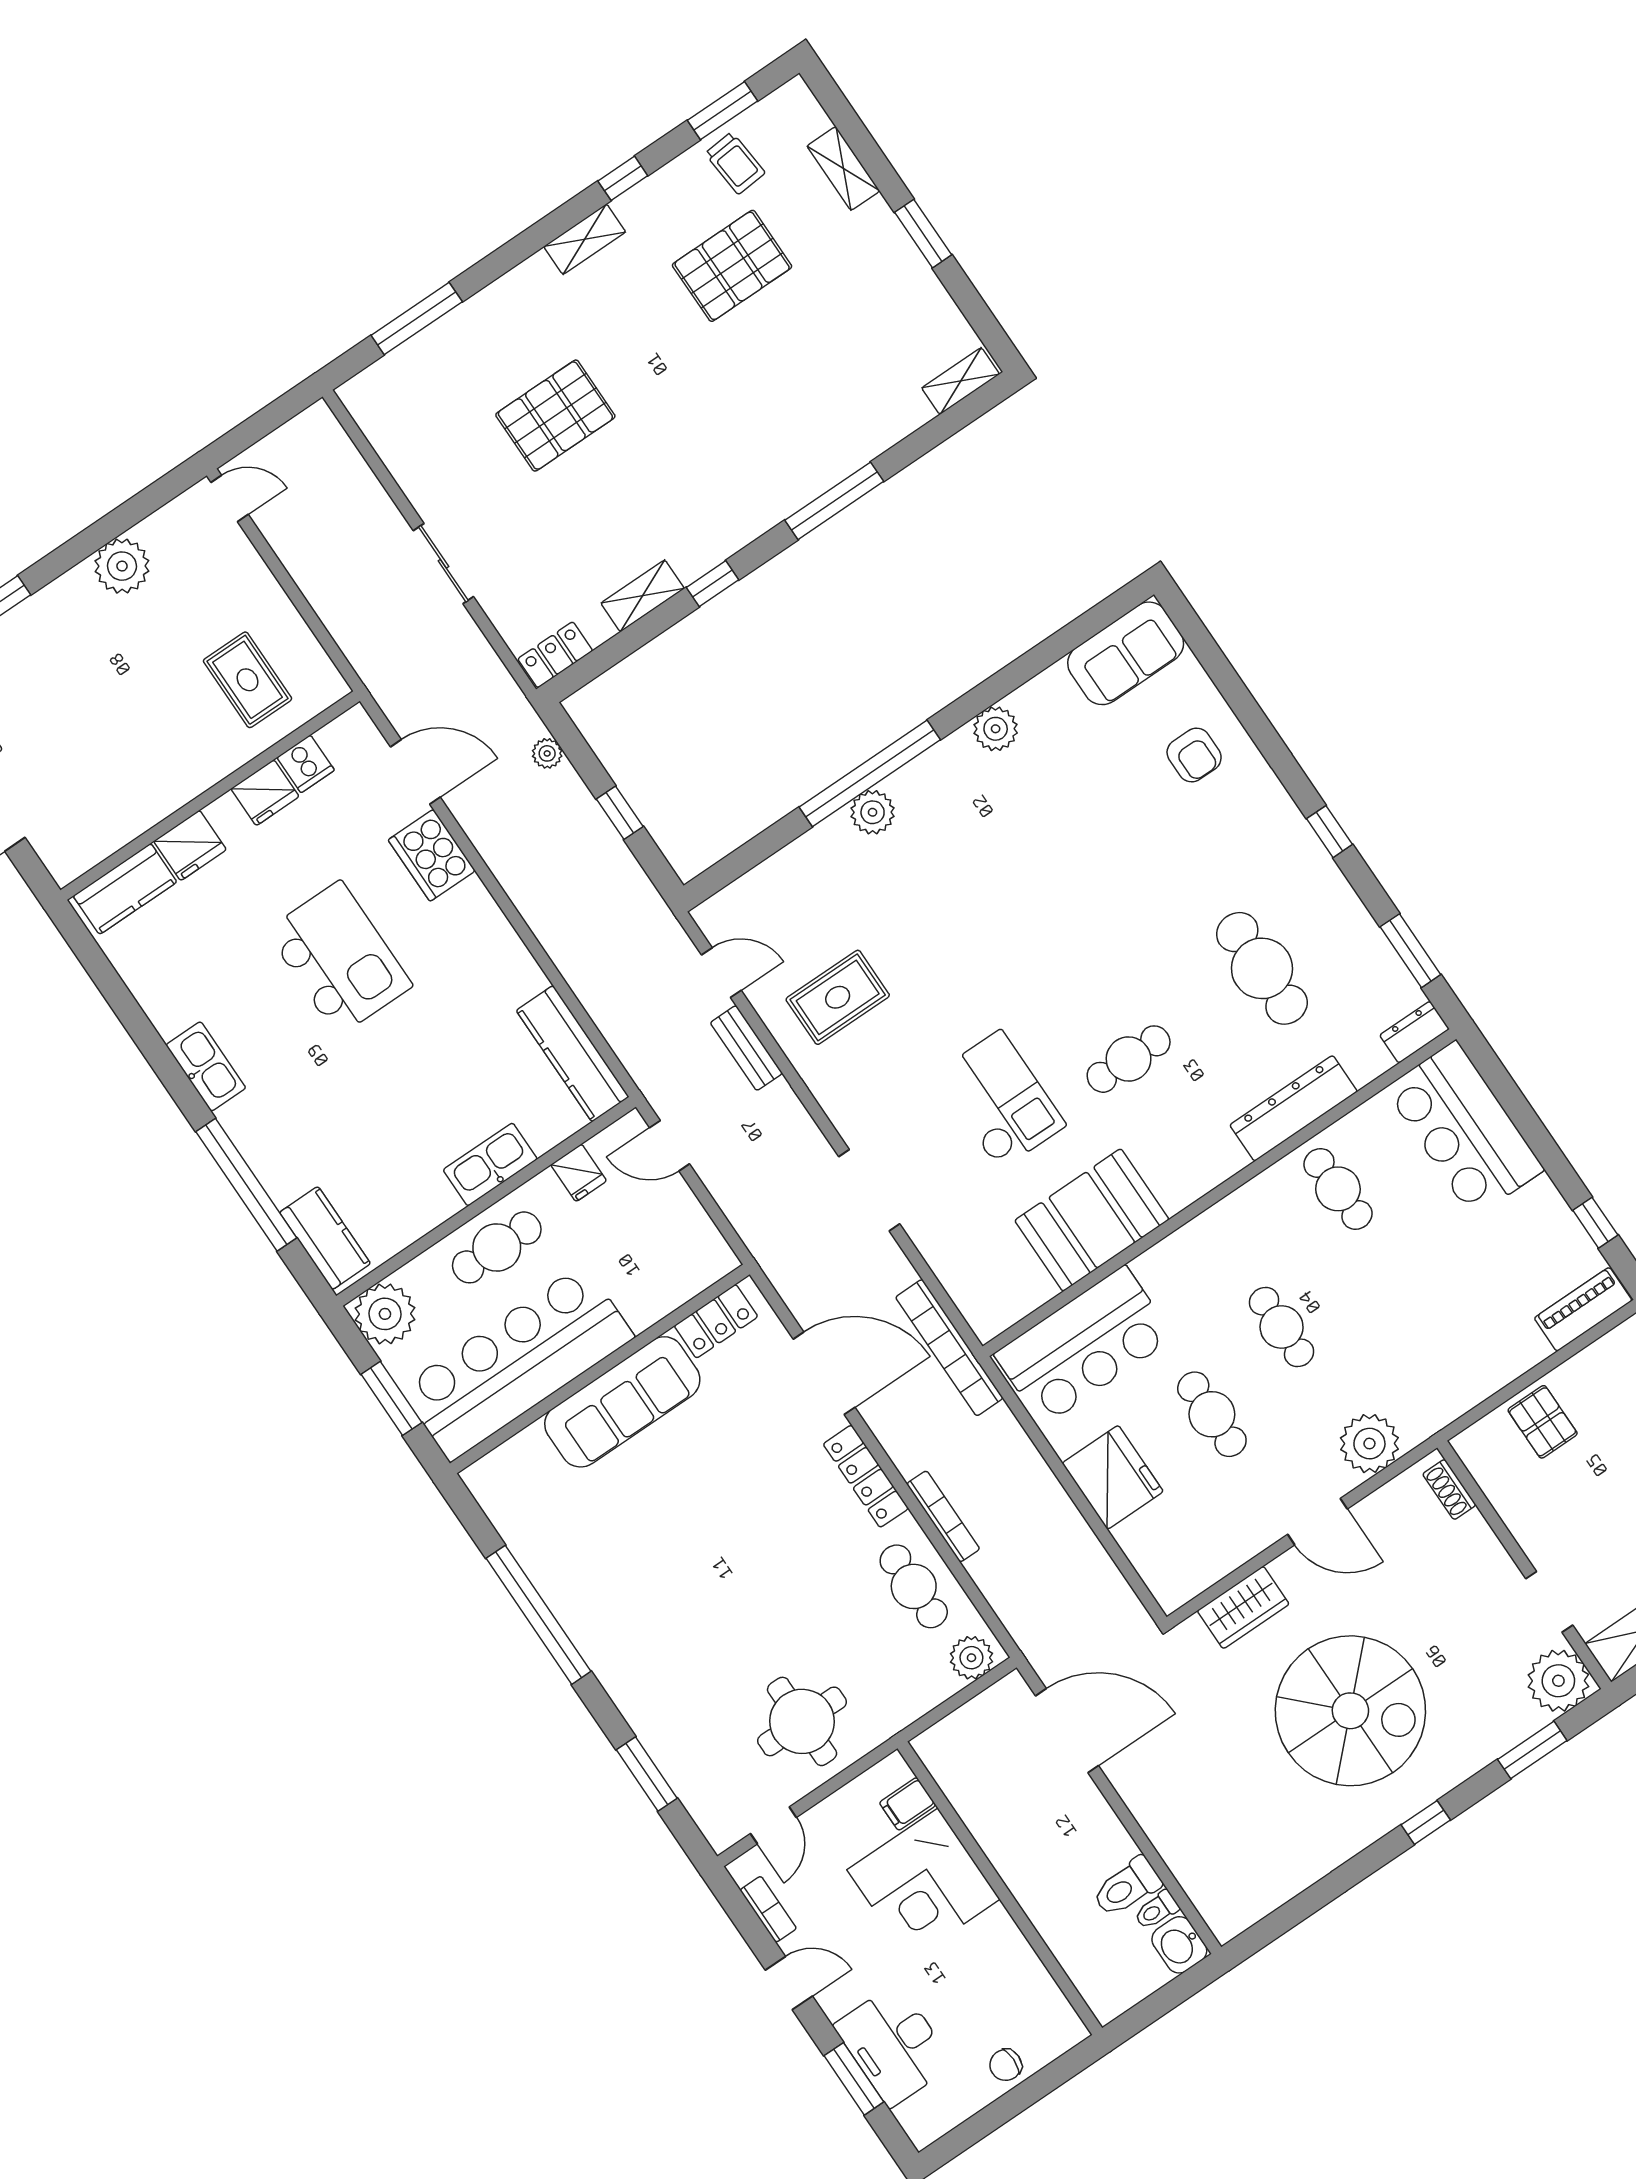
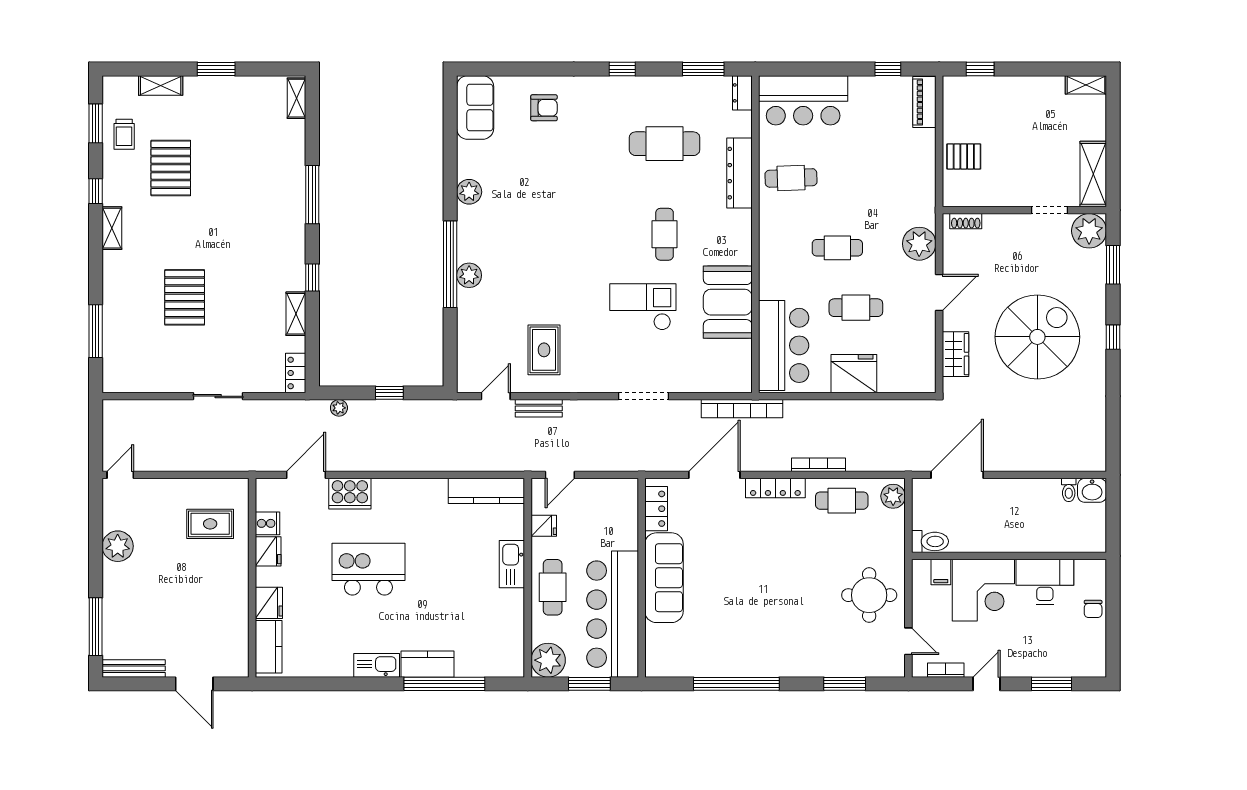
trolley: (735, 163) -> (124, 134), turned 95
kitchen counter: (325, 1238) -> (428, 664), moved
toilet: (1127, 1887) -> (930, 541), moved, turned -90
desk: (894, 2045) -> (1045, 582), moved, turned 180

